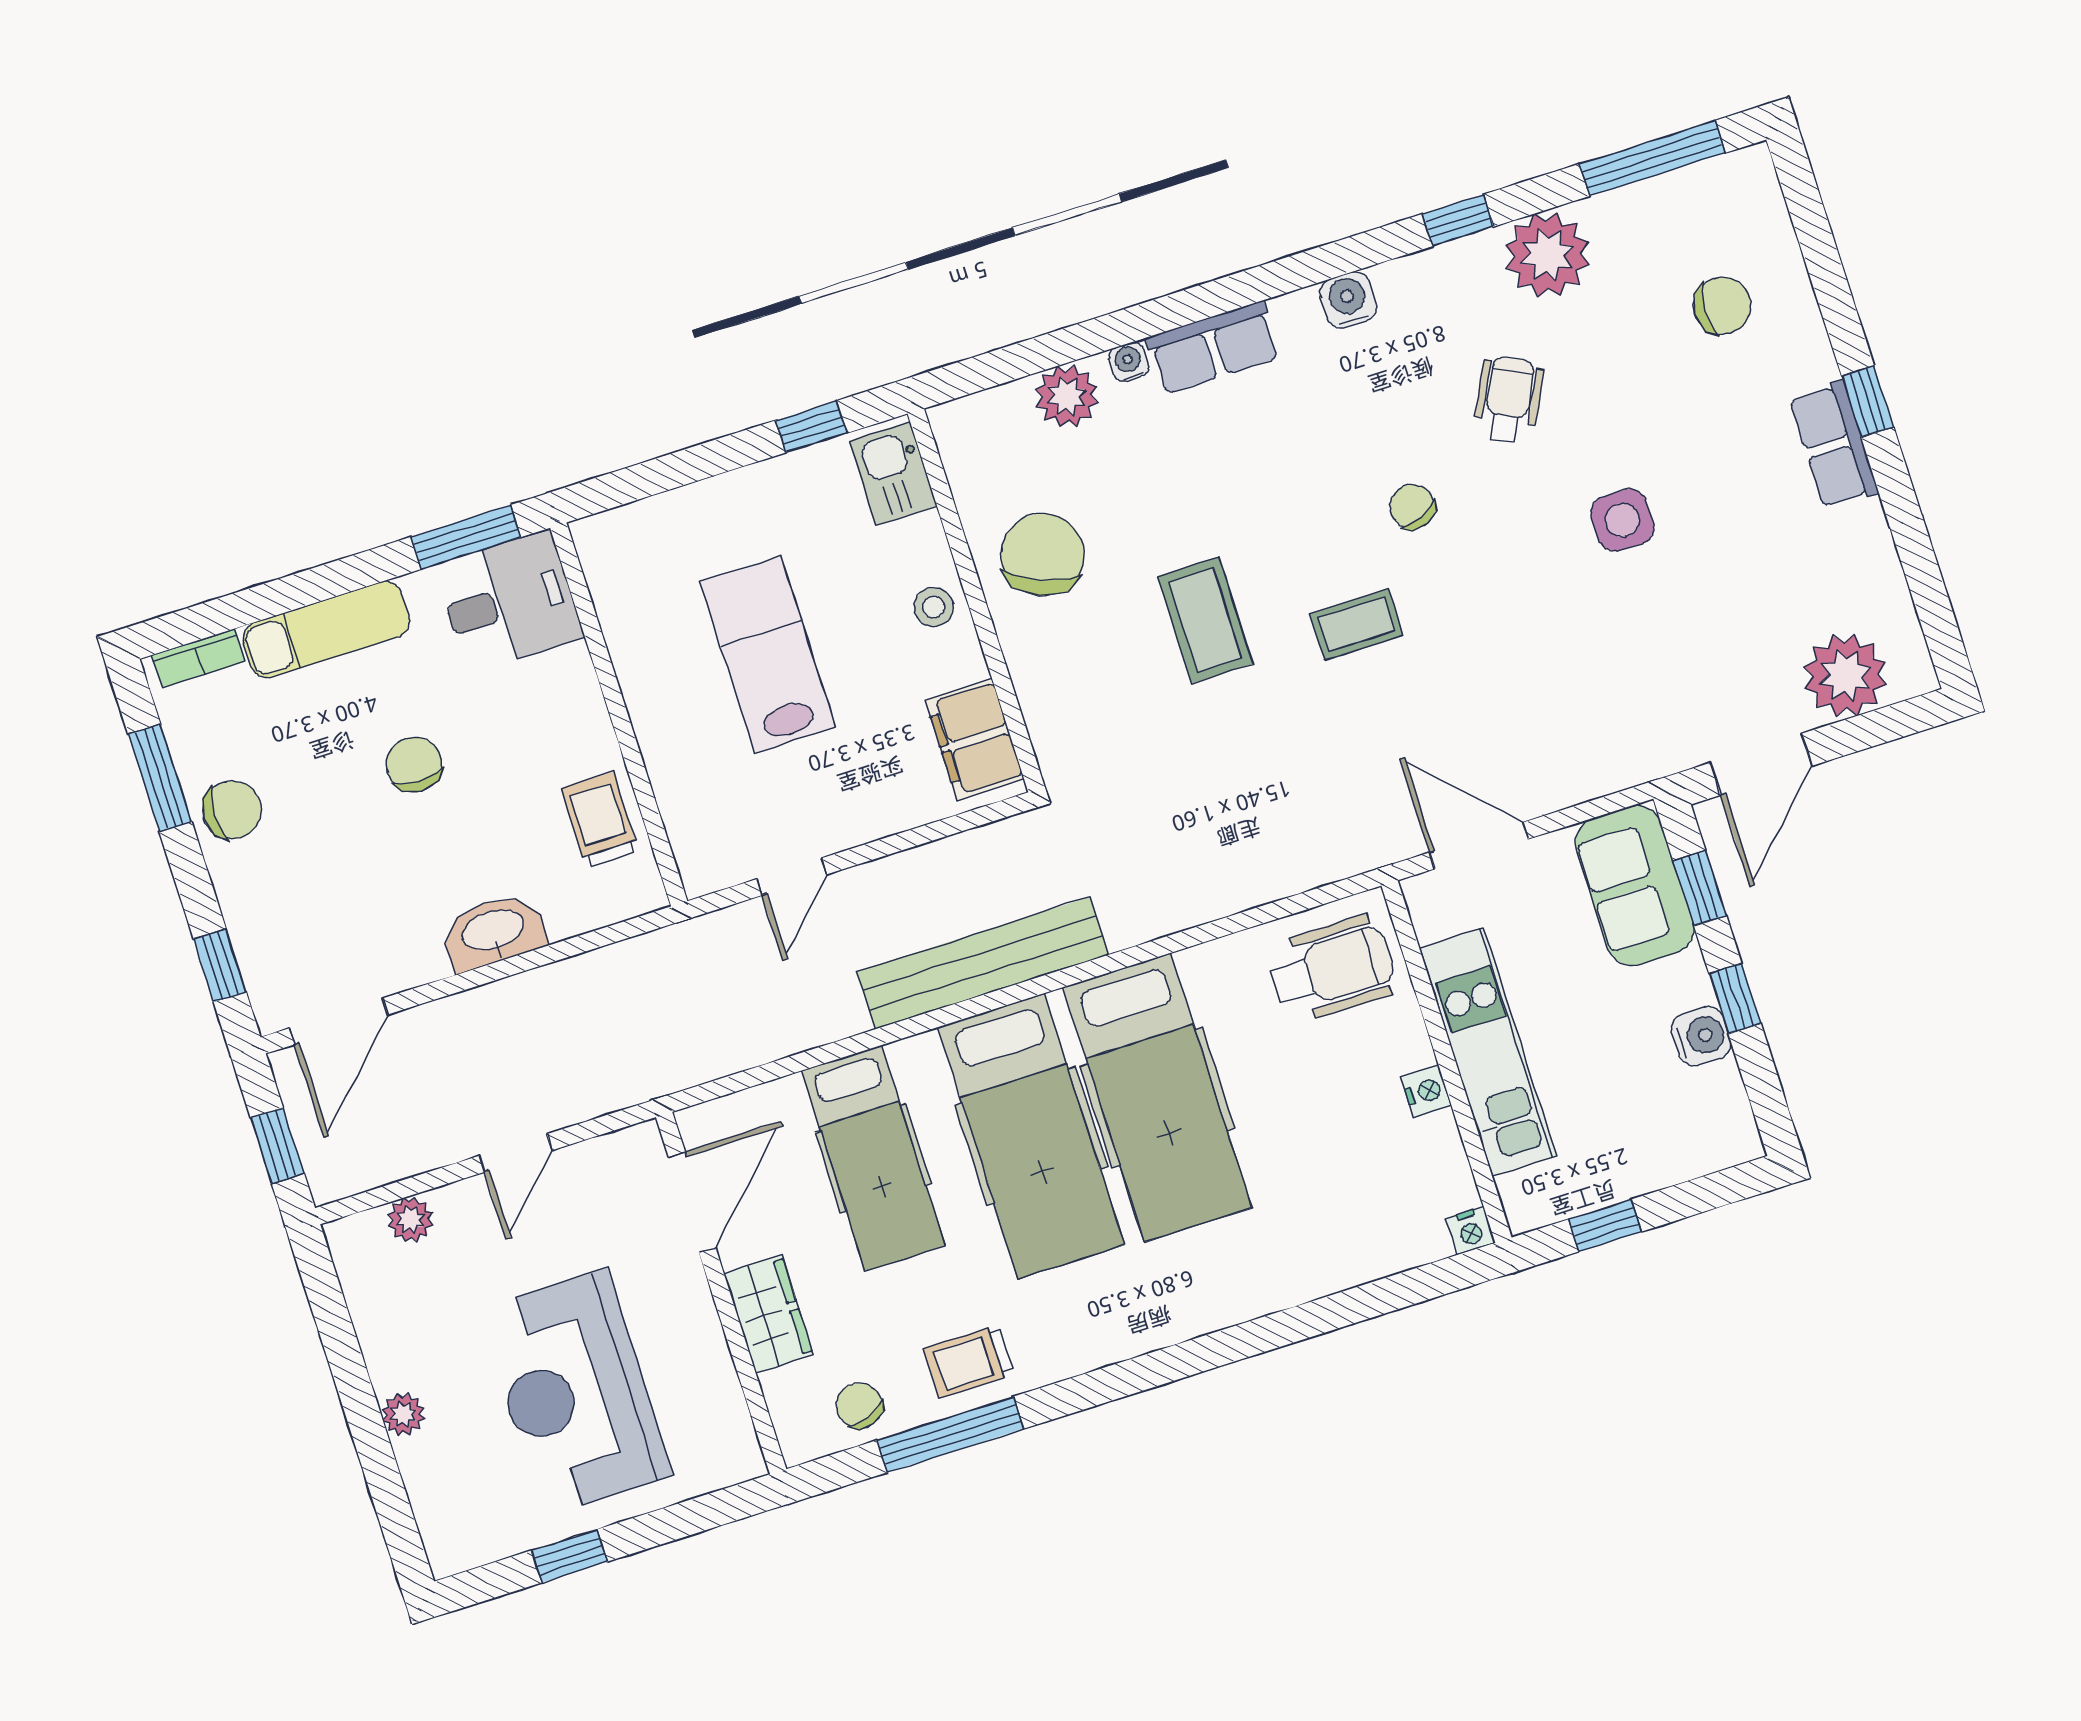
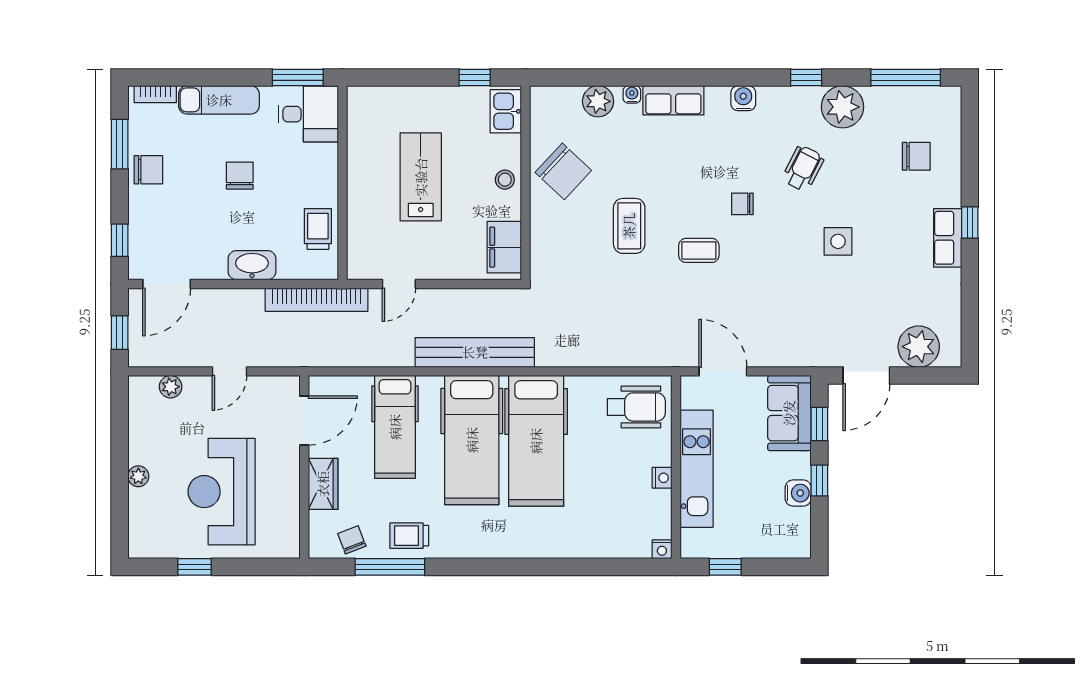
chair: (1412, 507) -> (742, 204), turned -68
chair: (1043, 555) -> (563, 171), turned 111
bookcase: (641, 959) -> (316, 300), added

